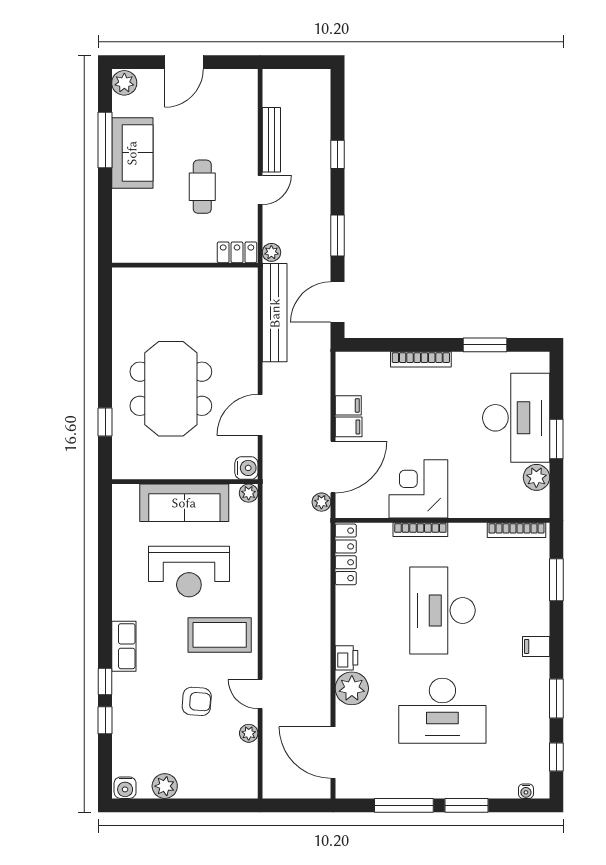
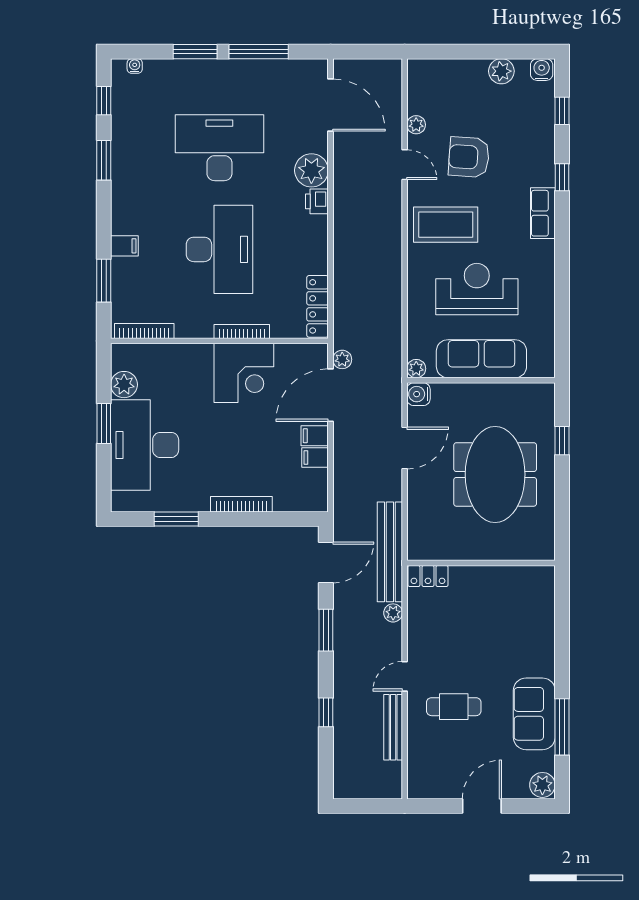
cafe table: (202, 187) -> (454, 707), moved, turned 90
locker: (237, 252) -> (428, 576), moved
wall: (185, 265) -> (481, 563), moved
filing cabinet: (536, 646) -> (124, 246), moved
armchair: (197, 701) -> (469, 157), width x1.38, depth x1.38
window: (105, 720) -> (562, 111), moved

